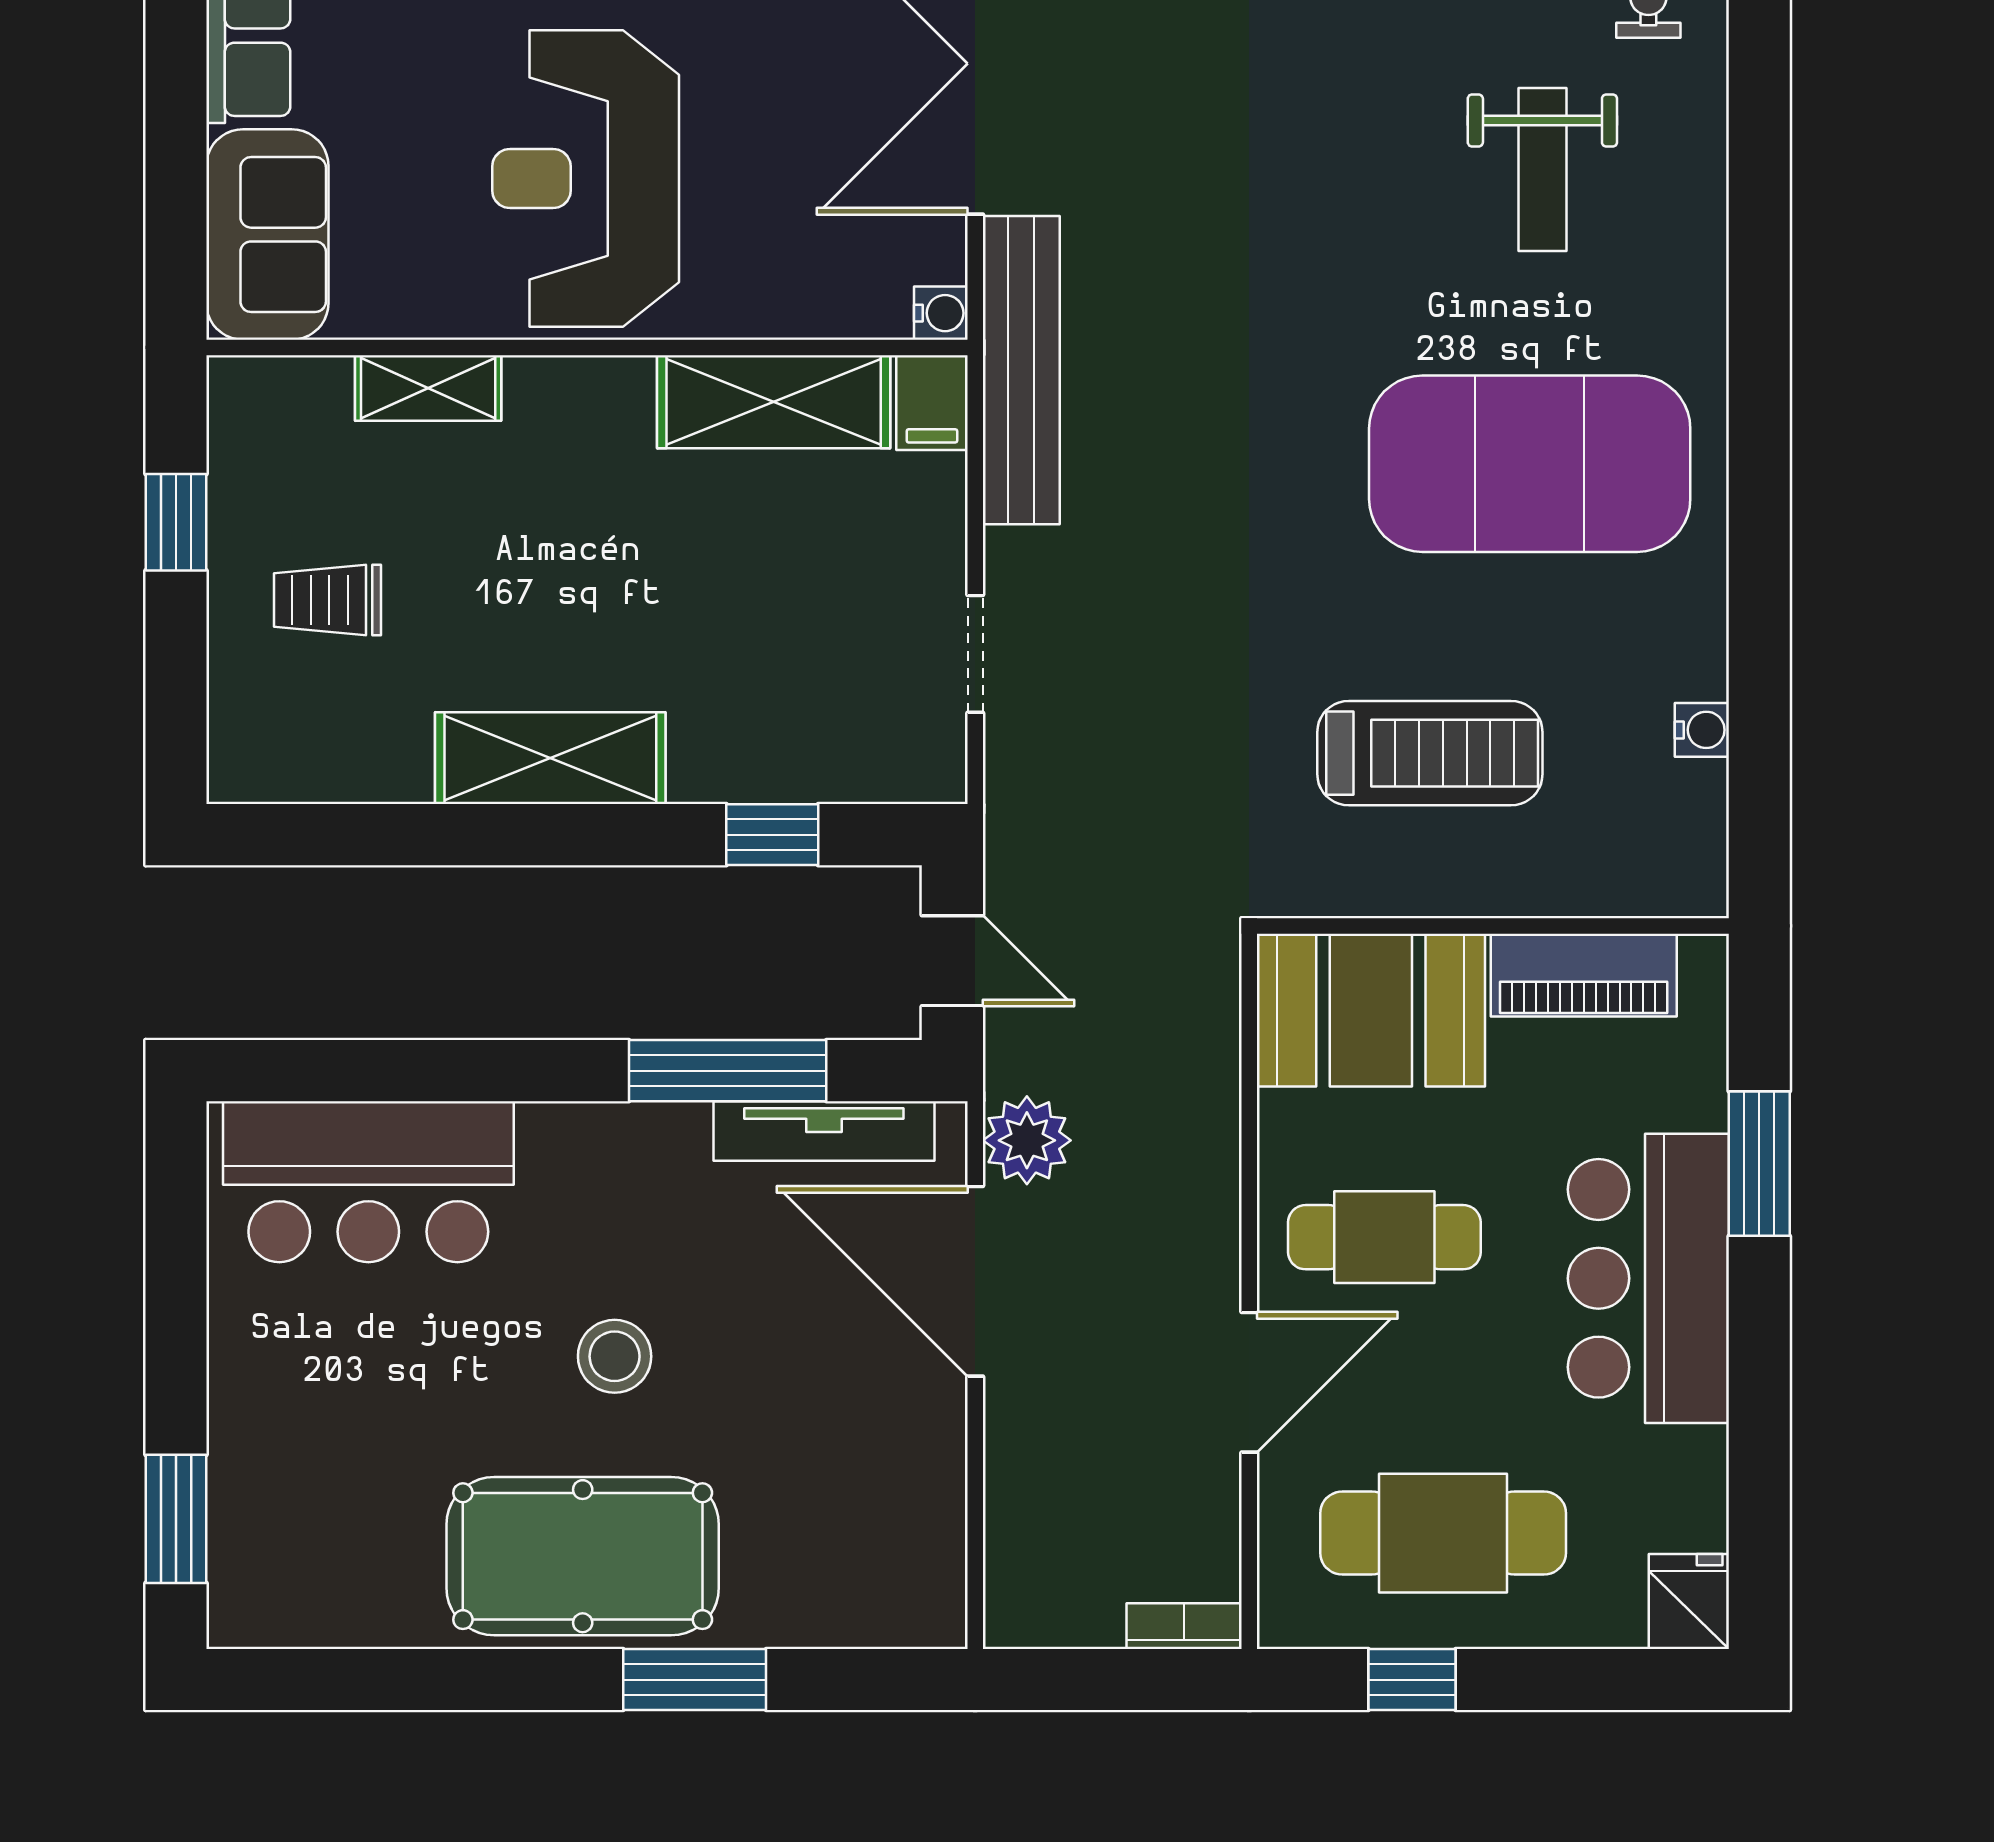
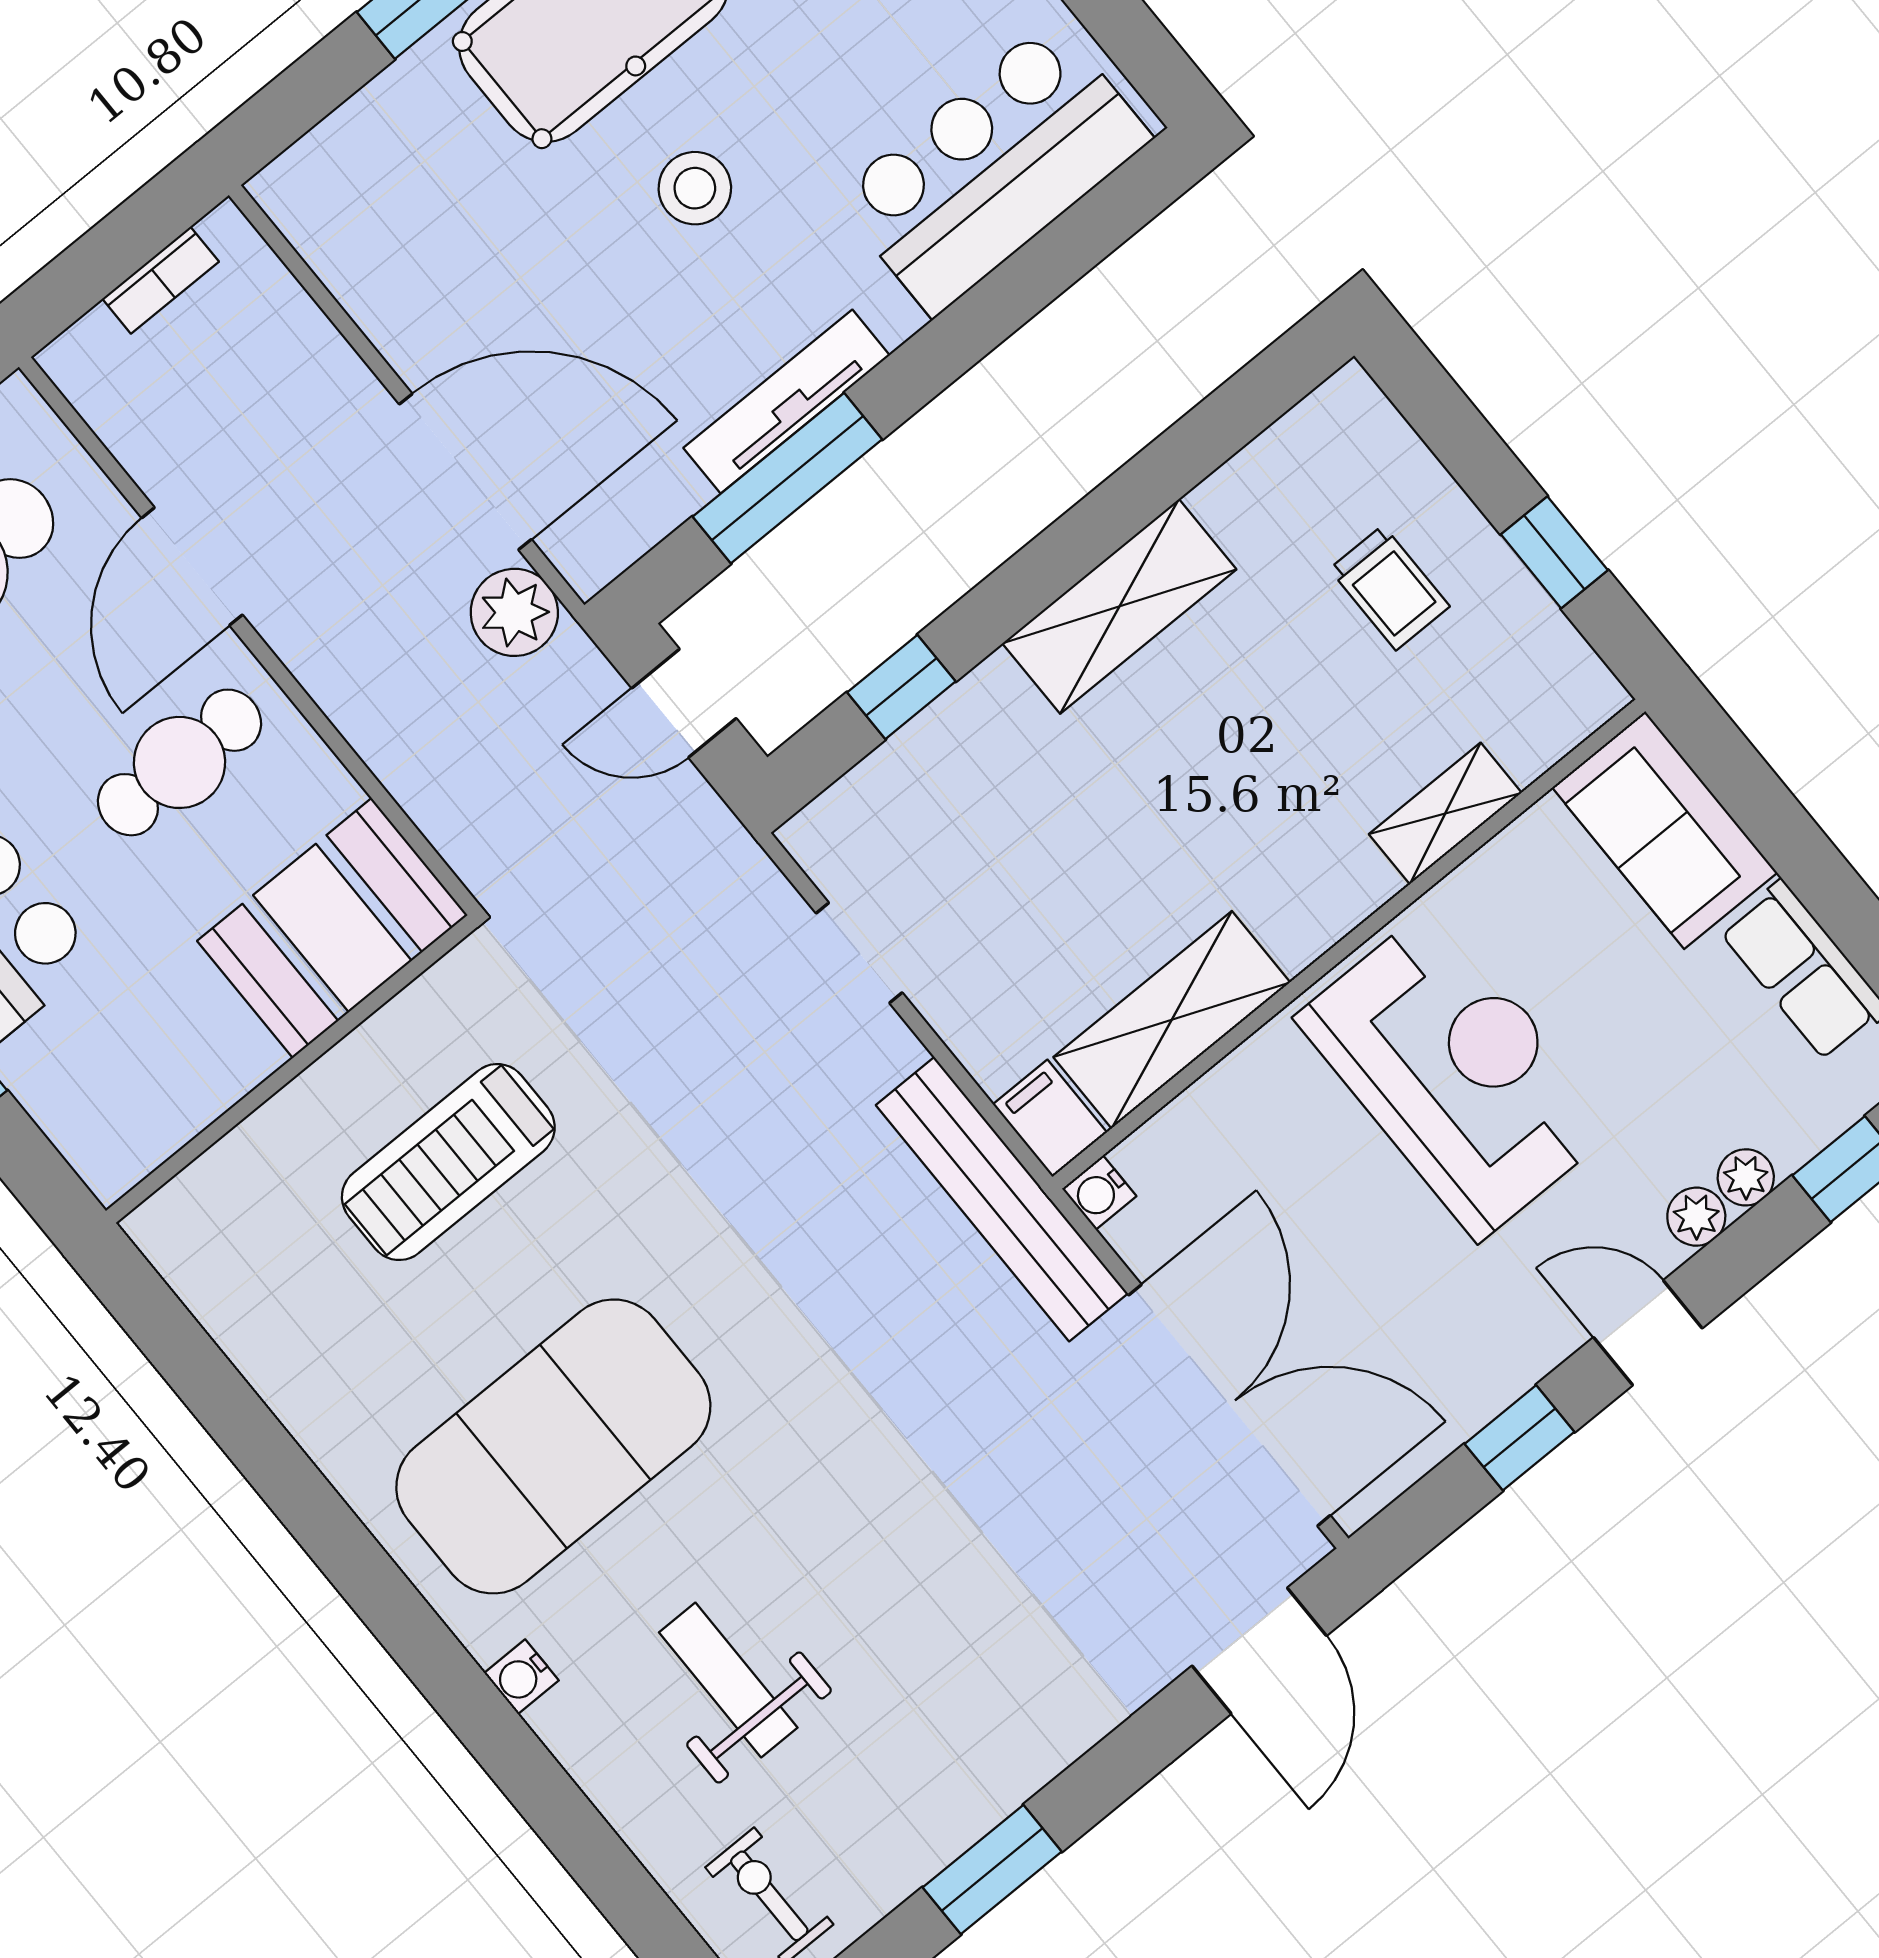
trolley: (327, 600) -> (1389, 588), turned 90
water cooler: (1702, 730) -> (521, 1677), moved
piano: (1584, 975) -> (191, 1088), removed
tv unit: (824, 1131) -> (787, 402), moved
bookcase: (1184, 1626) -> (161, 280), moved

